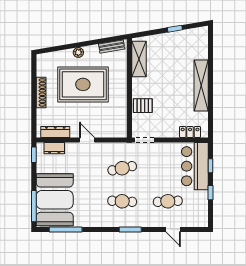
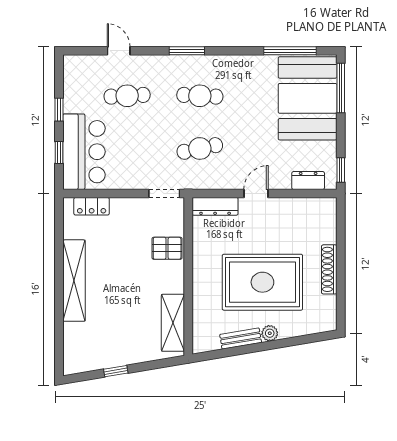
bench: (112, 47) -> (241, 339), moved
dresser: (55, 132) -> (215, 206), moved
door: (87, 140) -> (256, 194), swing flipped

